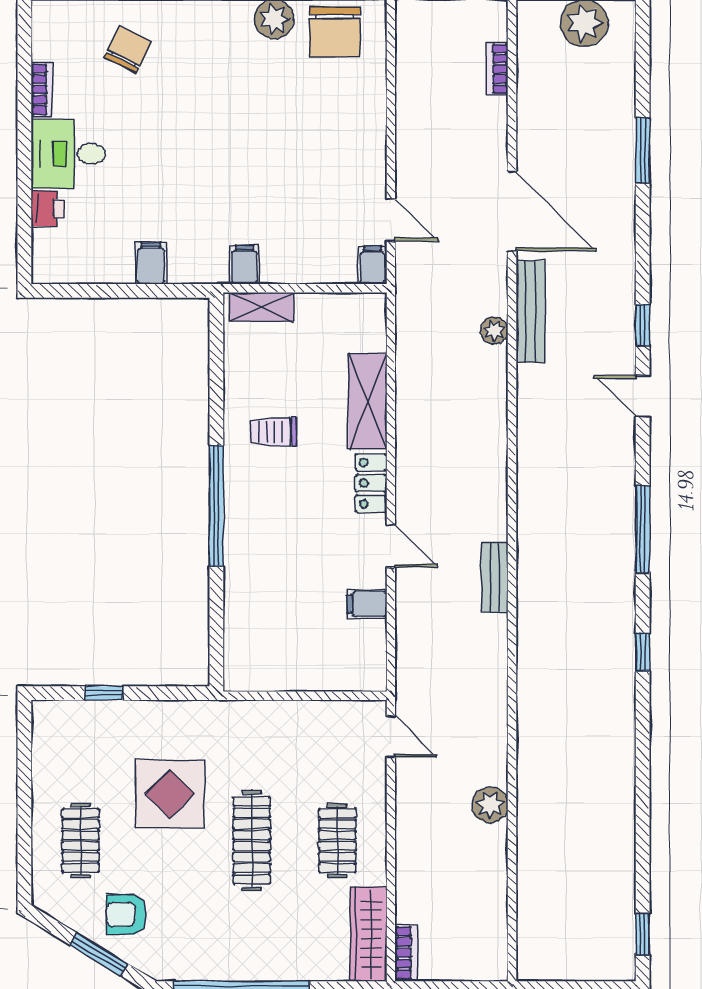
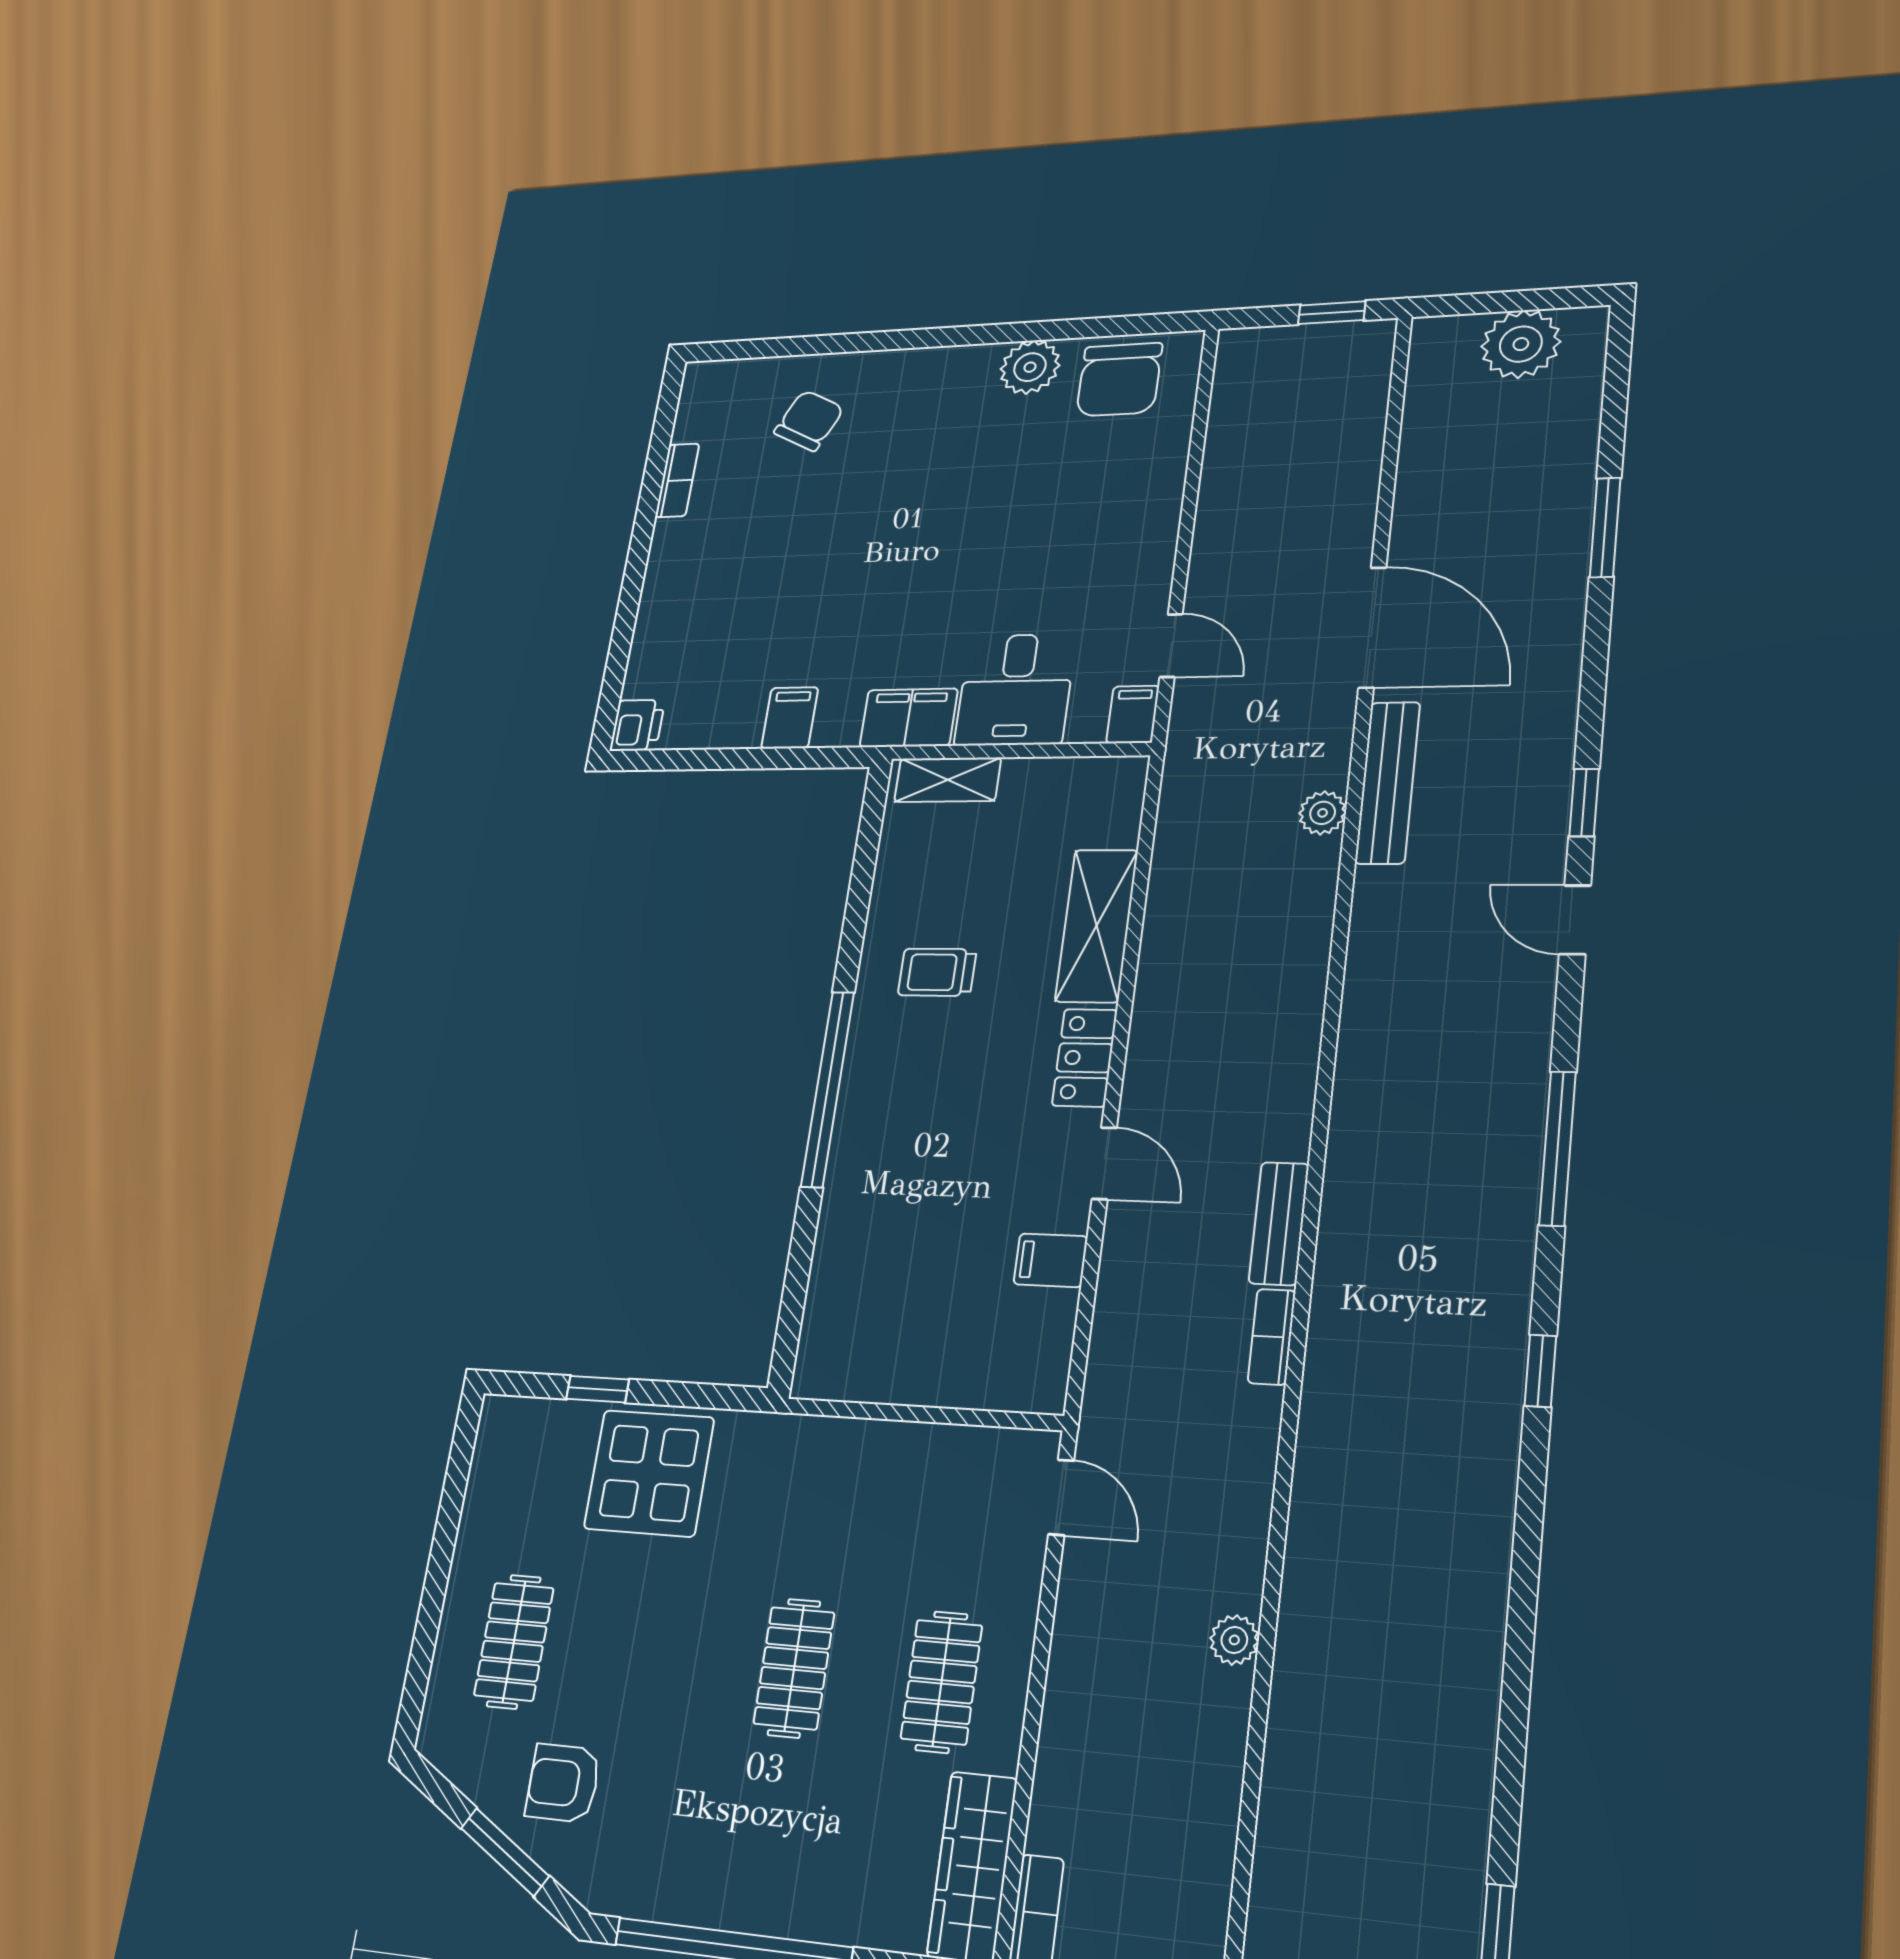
bookcase: (497, 69) -> (1272, 1337), moved
desk: (68, 154) -> (1015, 690), moved, turned -90
printer: (47, 209) -> (637, 725), moved
filing cabinet: (244, 265) -> (909, 718), width x2.00
display table: (170, 794) -> (649, 1473), moved
plant: (490, 805) -> (1234, 1640), width x0.73, depth x0.73
clothes rail: (252, 841) -> (794, 1668), width x0.73

